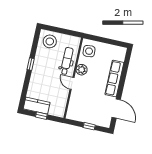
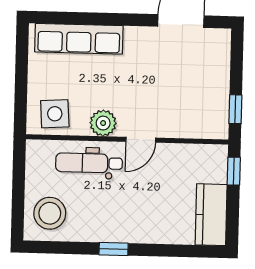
row of seats: (114, 79) -> (79, 39), moved
window: (41, 116) -> (234, 171), moved
window: (89, 126) -> (235, 109), moved

